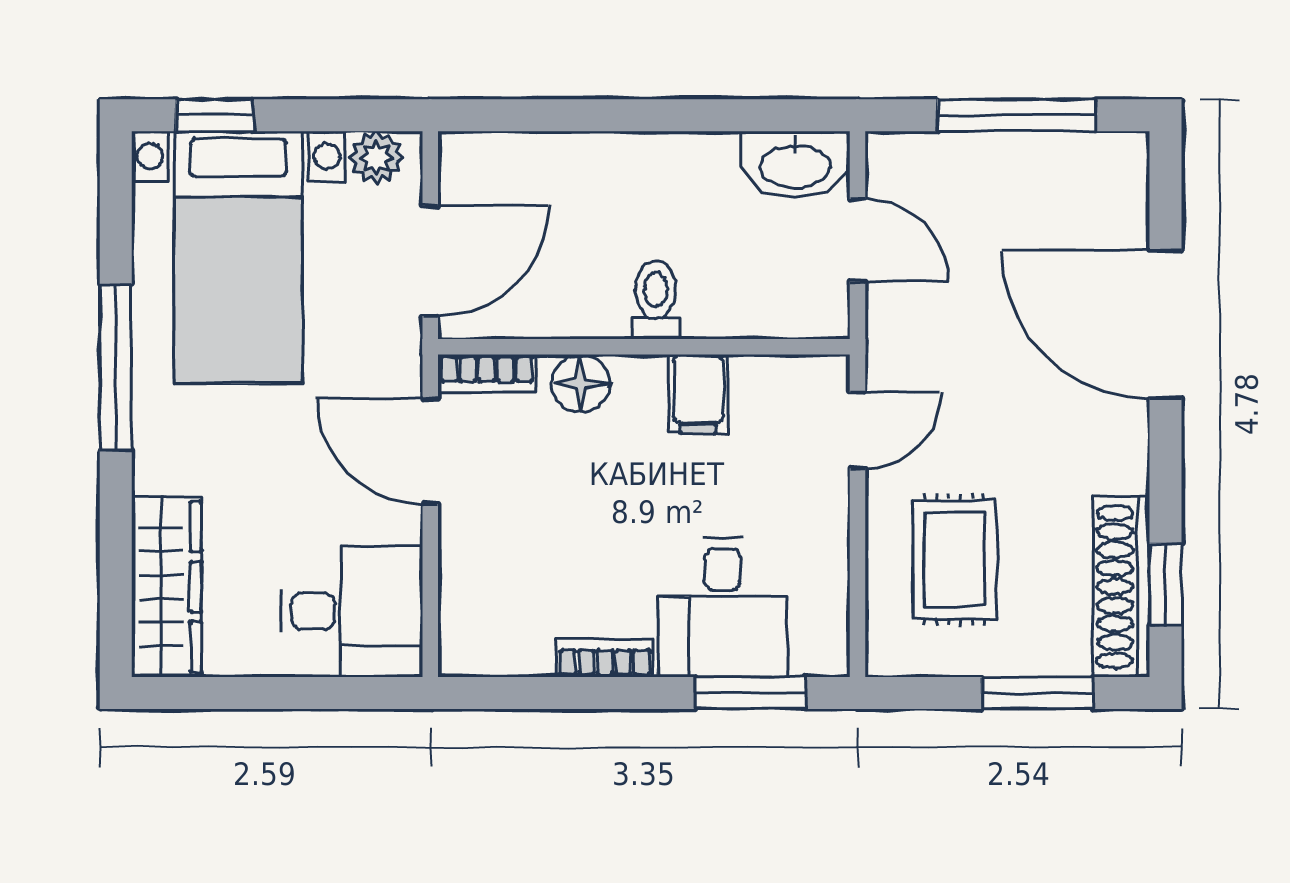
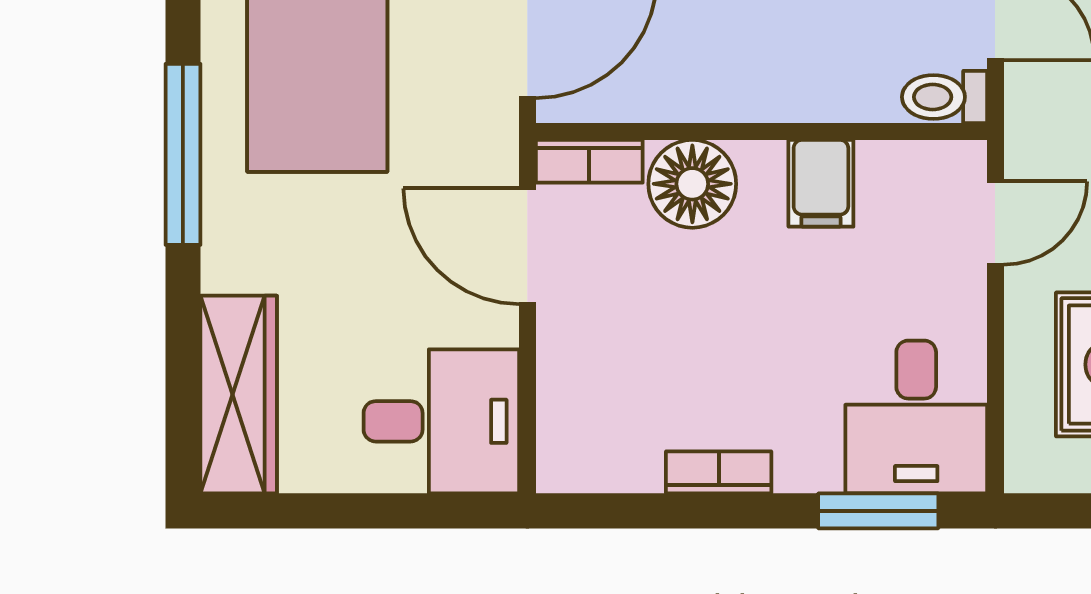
toilet: (656, 300) -> (944, 97), moved, turned -90
floor lamp: (581, 384) -> (692, 184), width x1.38, depth x1.38
desk: (723, 607) -> (916, 417), moved

